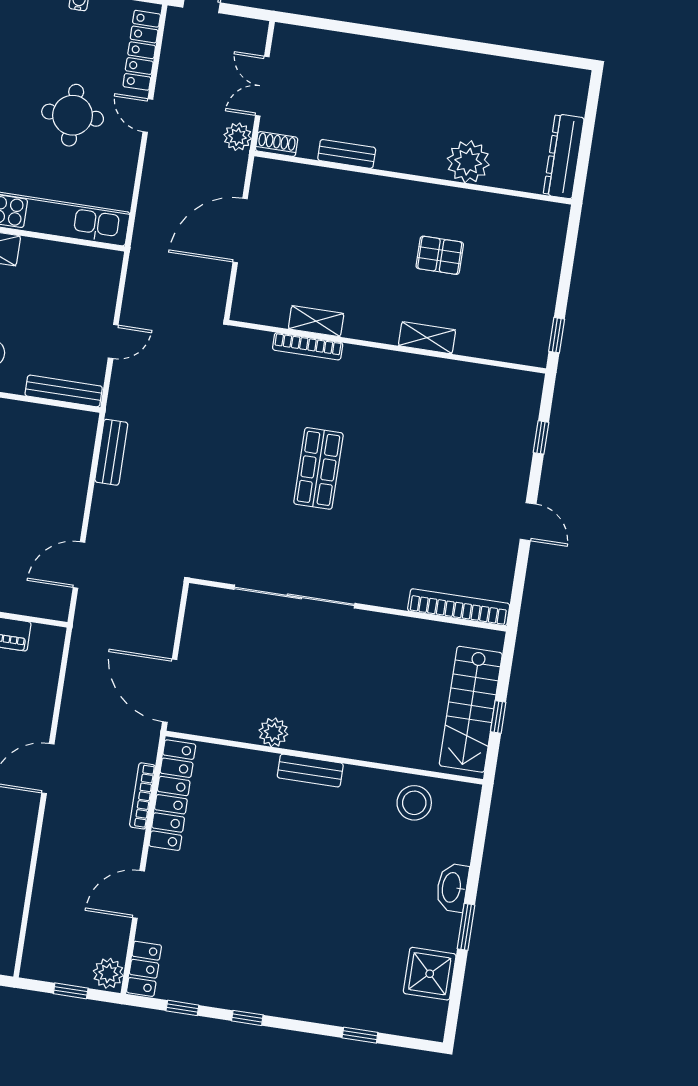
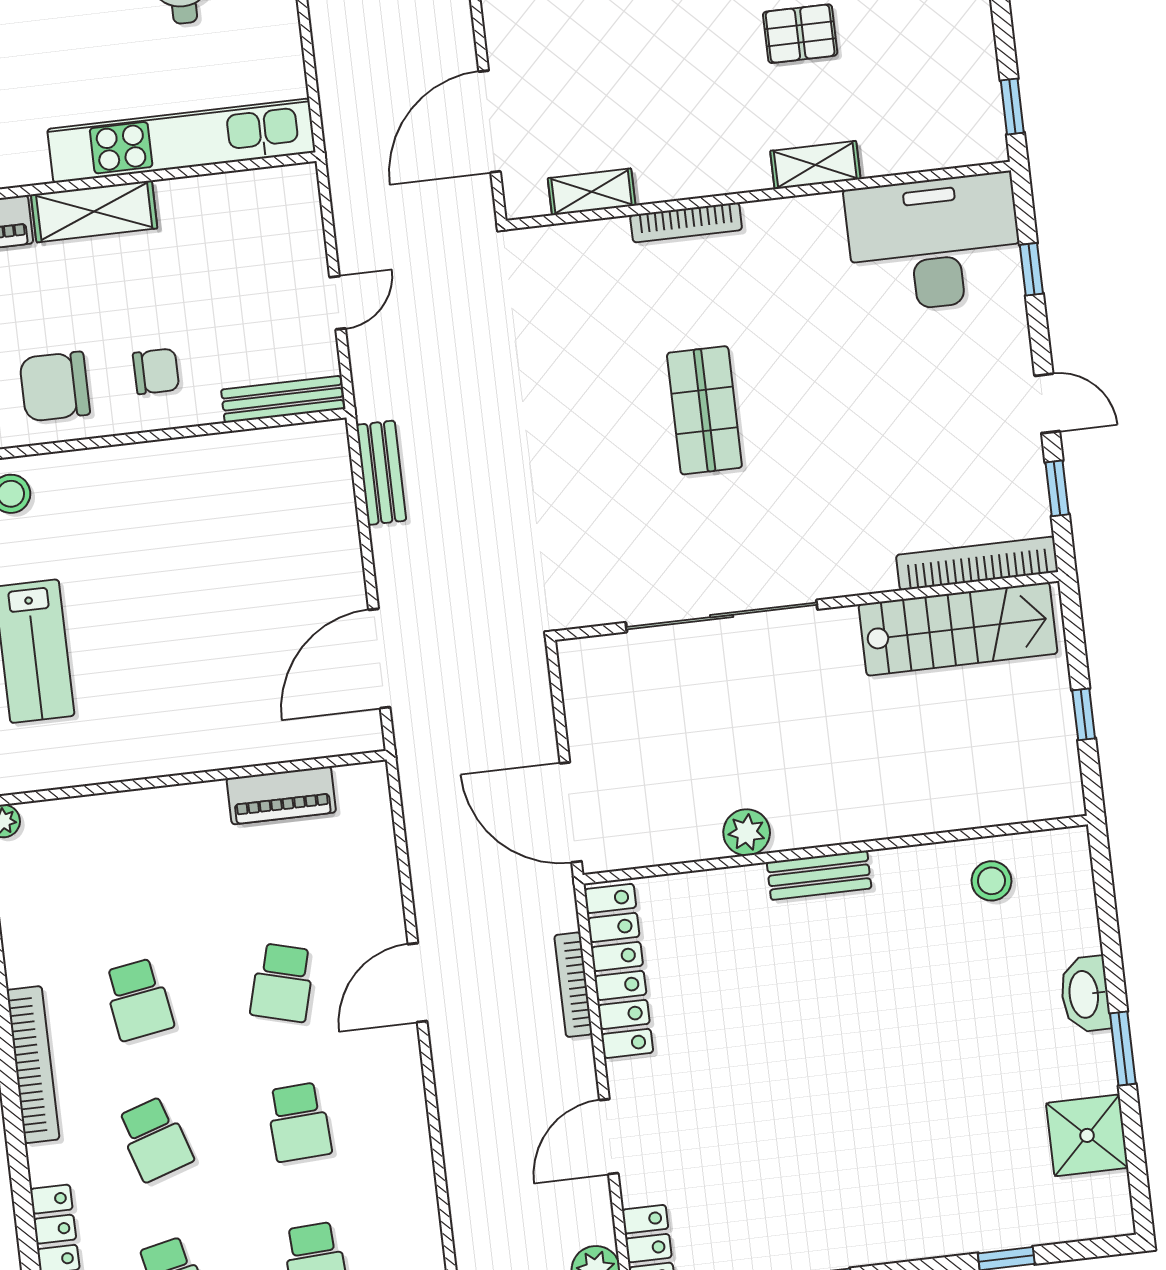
door: (240, 230) -> (490, 121), moved
shelving: (316, 321) -> (592, 192), moved
bookcase: (308, 346) -> (686, 223), moved
desk: (486, 405) -> (934, 243), added
door: (79, 565) -> (379, 659), width x1.36
window: (520, 575) -> (1057, 488), added
stairs: (471, 709) -> (958, 629), moved, turned -90
stool: (414, 803) -> (991, 881), width x0.73, depth x0.73

